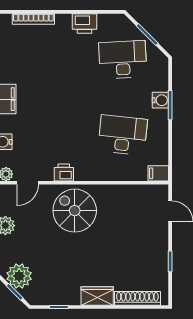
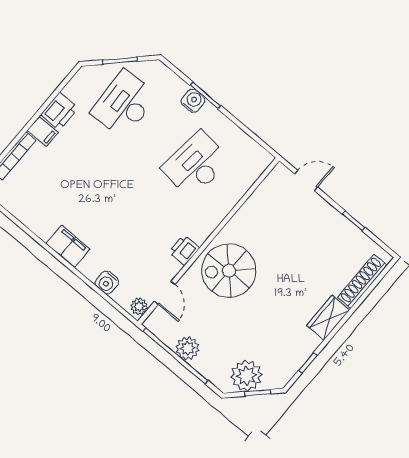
filing cabinet: (158, 173) -> (43, 131), moved, turned -90

